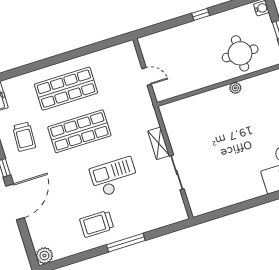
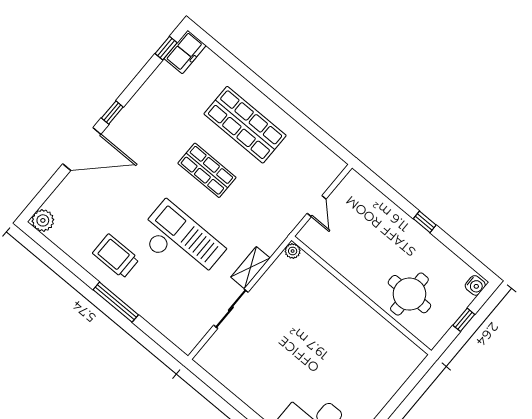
plant: (235, 88) -> (293, 251), moved
shop shelf: (79, 131) -> (207, 170), width x0.70, depth x0.74
trolley: (24, 137) -> (161, 112), removed
checkout: (114, 177) -> (181, 242), width x1.36, depth x1.21

